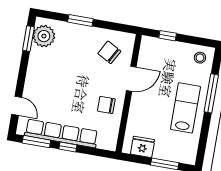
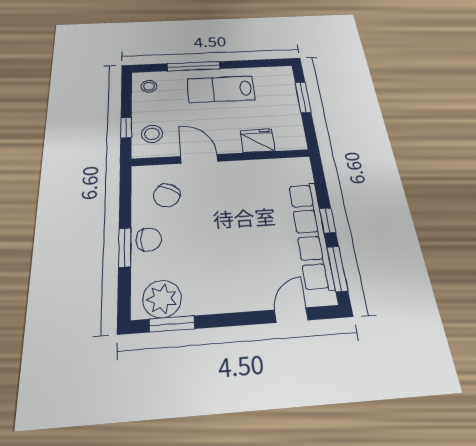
stool: (158, 52) -> (152, 134), added
chair: (106, 105) -> (149, 240), moved, turned -90
fridge: (143, 147) -> (257, 141), moved, turned 90

